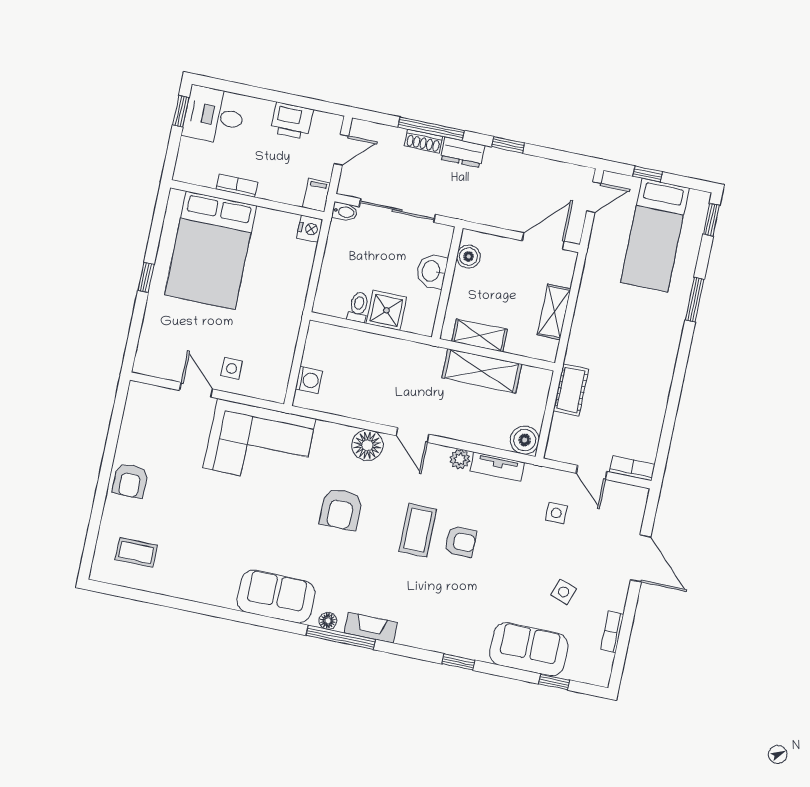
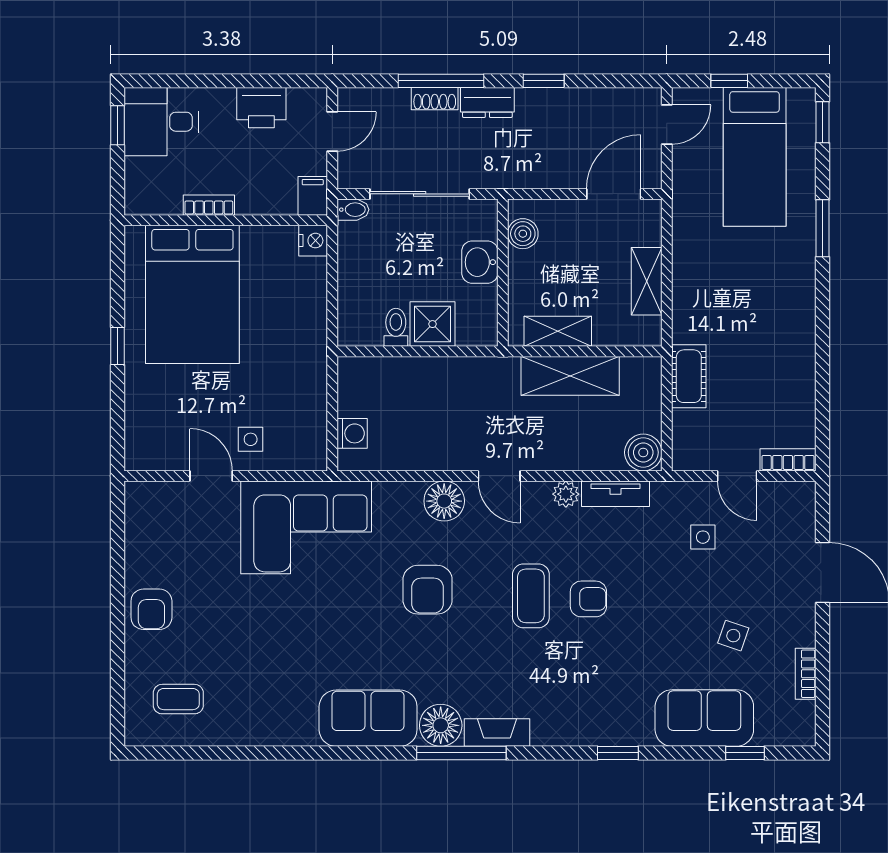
floor lamp: (328, 621) -> (441, 725), width x1.89, depth x1.89

